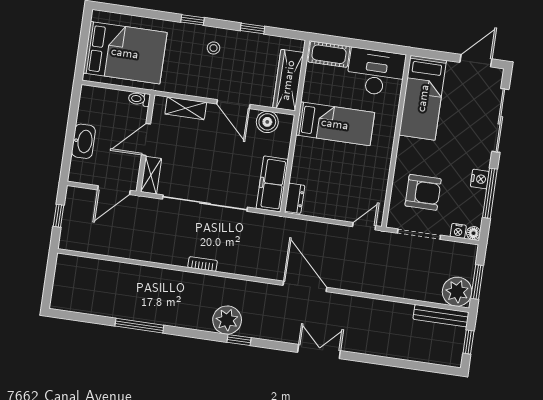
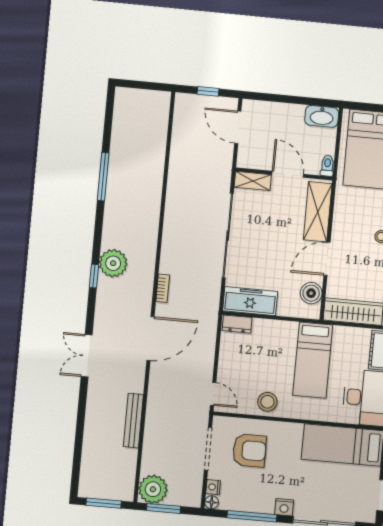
shelving: (186, 108) -> (318, 212), width x1.50, depth x1.33
washbasin: (83, 141) -> (322, 116), moved
stool: (375, 172) -> (267, 402), added
nightstand: (480, 179) -> (284, 507), moved
door: (114, 190) -> (238, 127), moved
armchair: (423, 192) -> (249, 450), turned -90
bookcase: (203, 264) -> (163, 288), moved
bench: (441, 316) -> (133, 421), moved
window: (468, 342) -> (104, 503), width x1.50
double door: (319, 351) -> (87, 356), swing flipped

